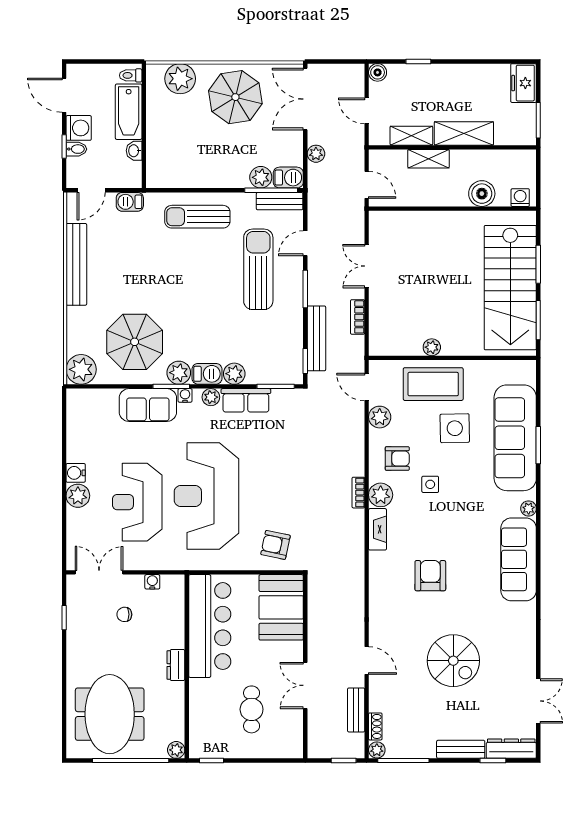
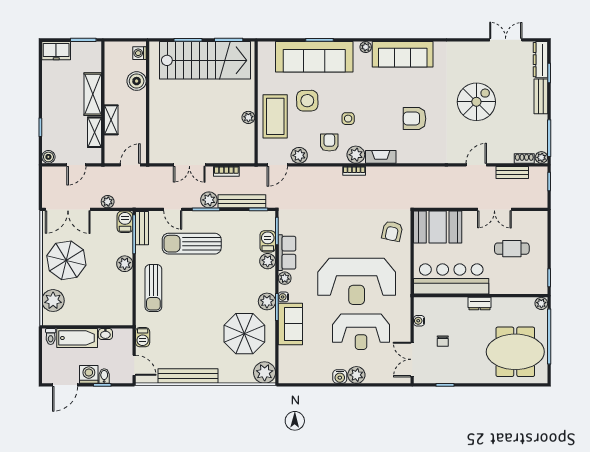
plant: (261, 177) -> (125, 264), moved
plant: (318, 293) -> (209, 200), added
barbecue: (207, 374) -> (268, 241), moved

